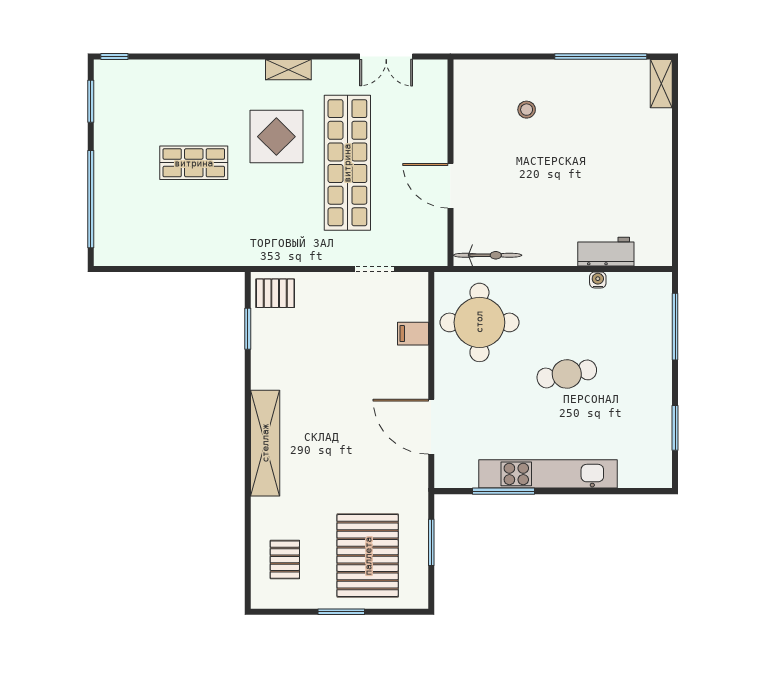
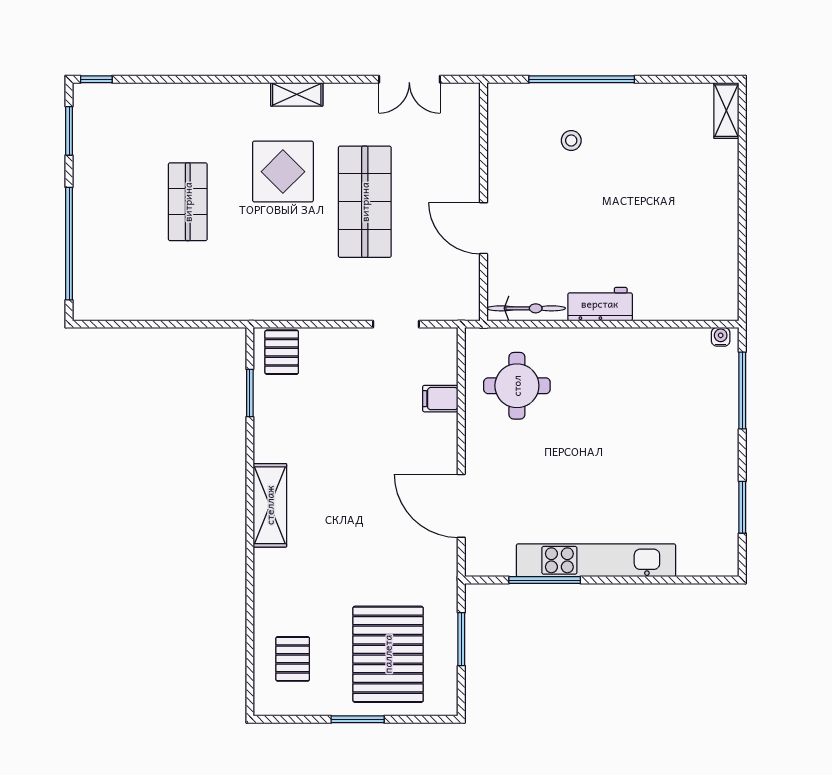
window: (601, 57) -> (582, 79), moved
shop shelf: (194, 163) -> (188, 202), turned 90
shop shelf: (347, 163) -> (365, 202), width x0.71
workbench: (606, 252) -> (600, 304), moved
water cooler: (598, 280) -> (721, 337), moved
pallet: (275, 293) -> (282, 352), turned 90
round table: (479, 322) -> (517, 386), width x0.73, depth x0.73
cafe table: (567, 374) -> (618, 445), removed
shelving: (265, 443) -> (270, 505), width x0.68

